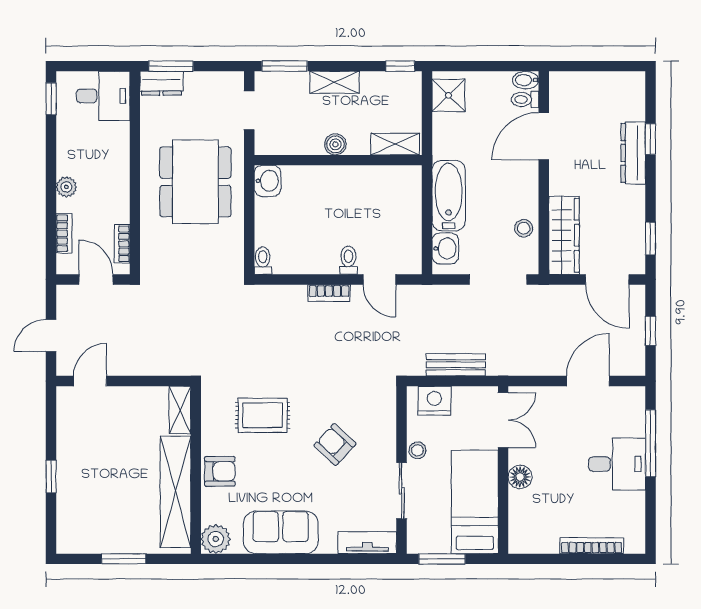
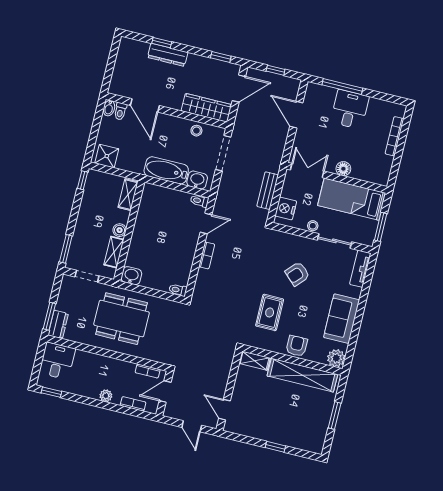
shelving: (335, 82) -> (114, 252), moved
toilet: (348, 260) -> (199, 201), moved

